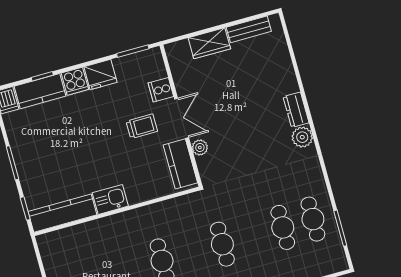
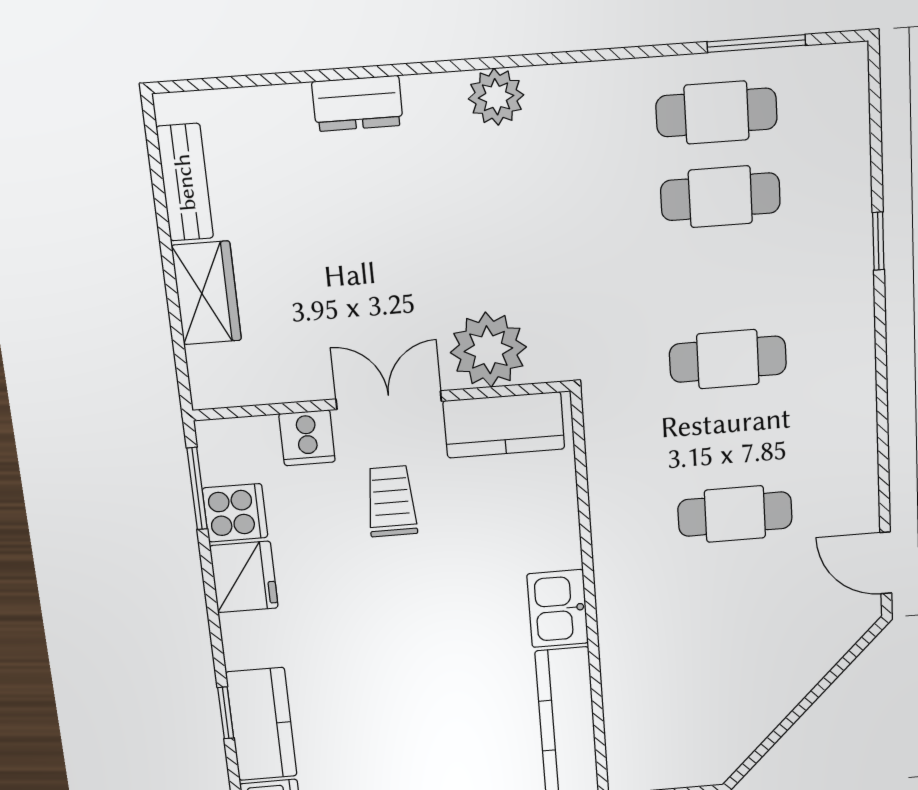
cooker: (75, 81) -> (235, 513), moved
dresser: (296, 110) -> (357, 103), moved
plant: (200, 148) -> (488, 350), width x1.88, depth x1.88

